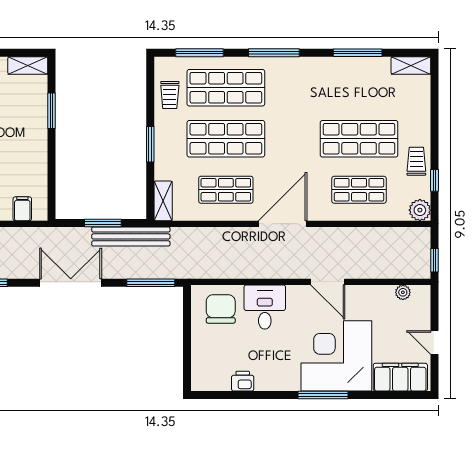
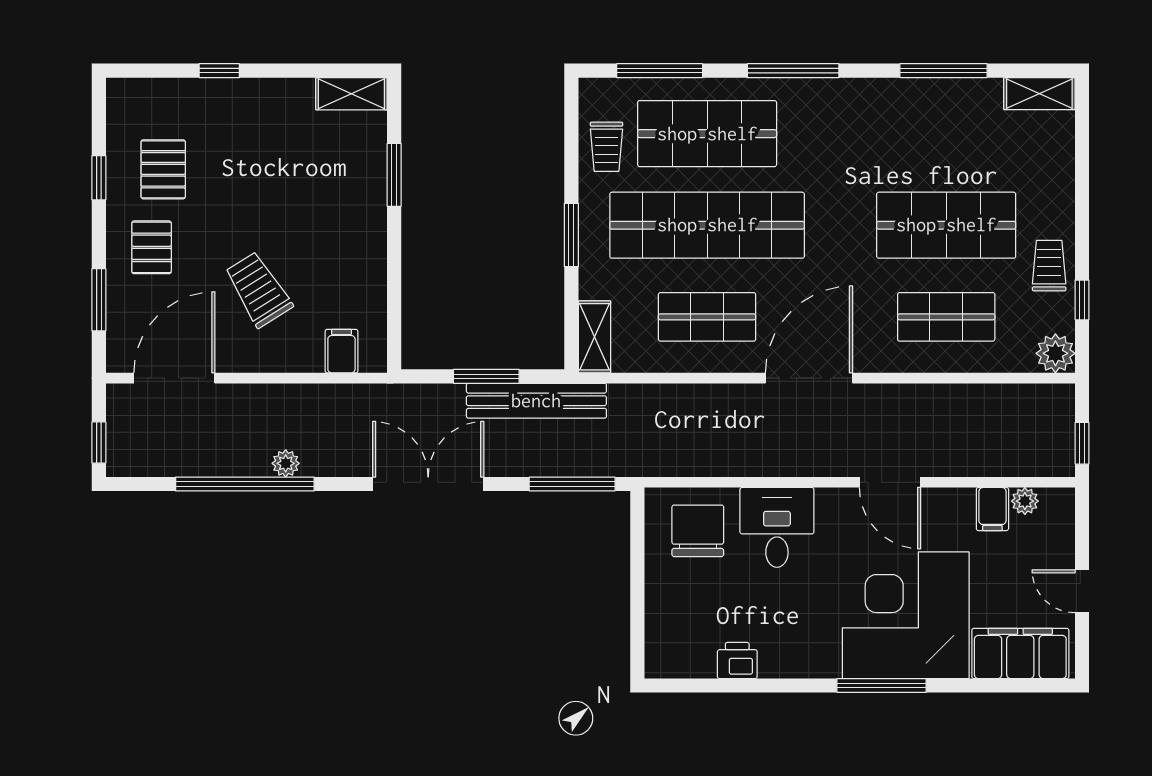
shop shelf: (226, 139) -> (707, 225), width x1.40
filing cabinet: (385, 297) -> (992, 509), added

